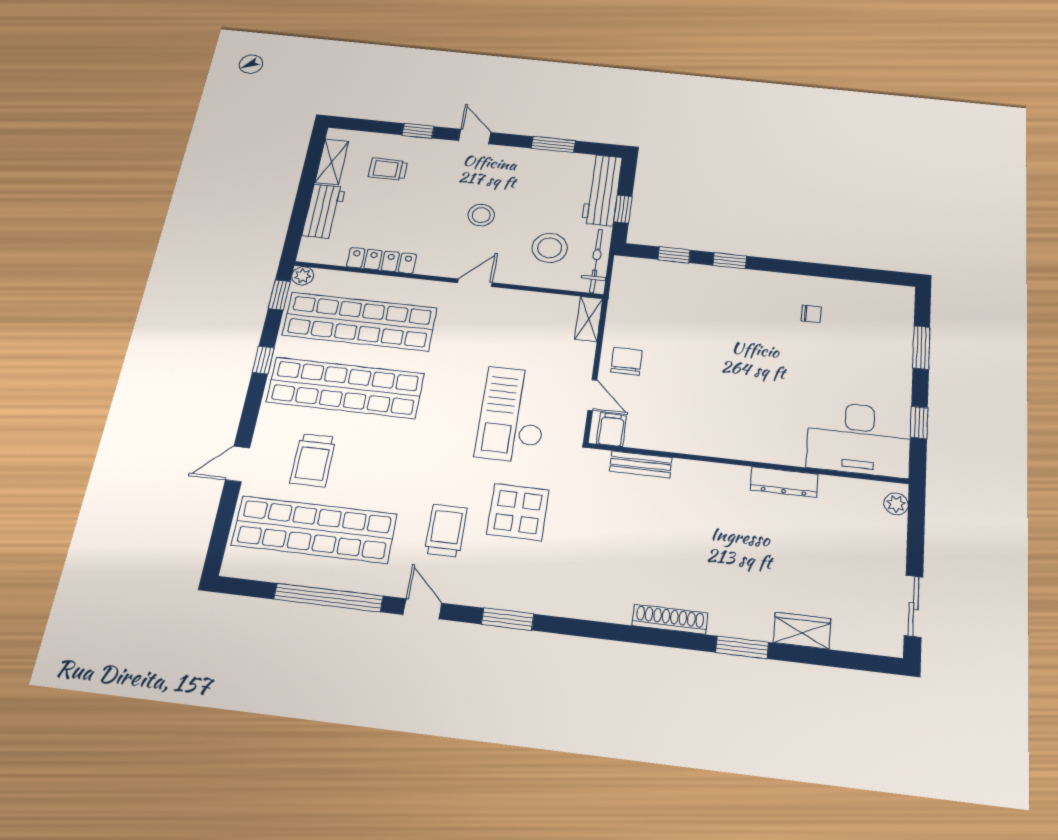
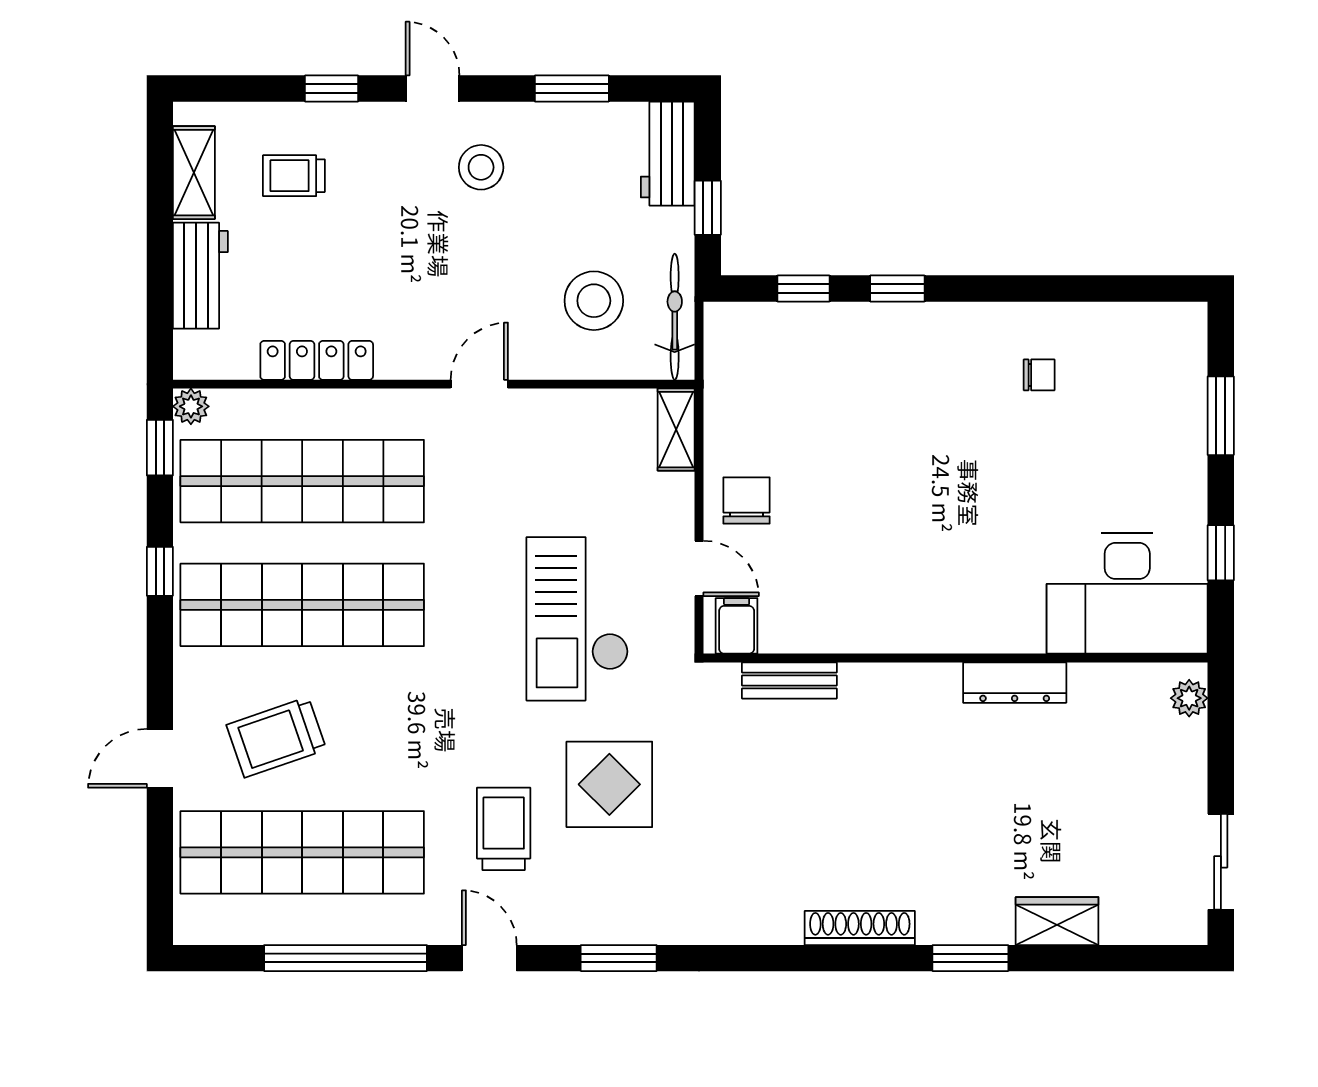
workbench: (602, 190) -> (668, 154), width x0.73
stool: (481, 215) -> (481, 167), moved
trolley: (313, 460) -> (276, 737), turned 71

